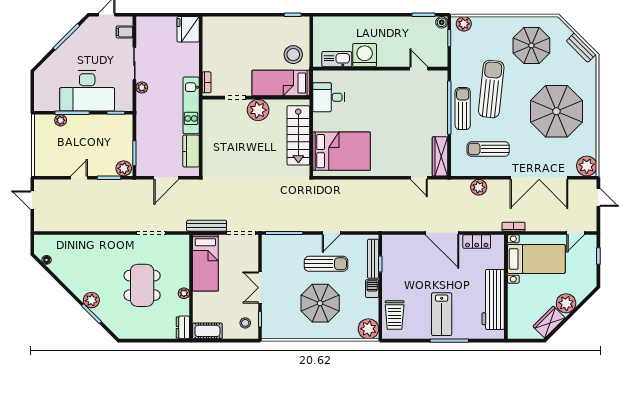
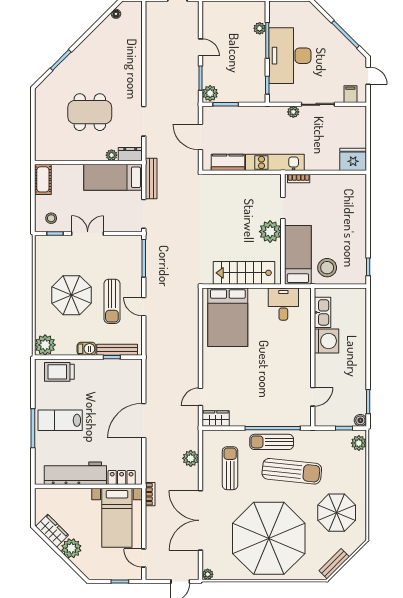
sun lounger: (463, 109) -> (272, 442), turned 180
parasol: (556, 111) -> (269, 538), width x1.36, depth x1.36
wardrobe: (440, 156) -> (216, 419), width x0.67
plant: (587, 166) -> (208, 574), width x0.53, depth x0.53
locker: (477, 242) -> (122, 477), moved, turned 90
plant: (184, 293) -> (112, 155), moved
plant: (91, 300) -> (75, 60), removed
dresser: (183, 327) -> (130, 154), moved

